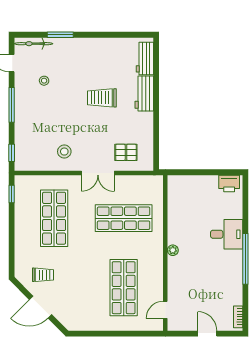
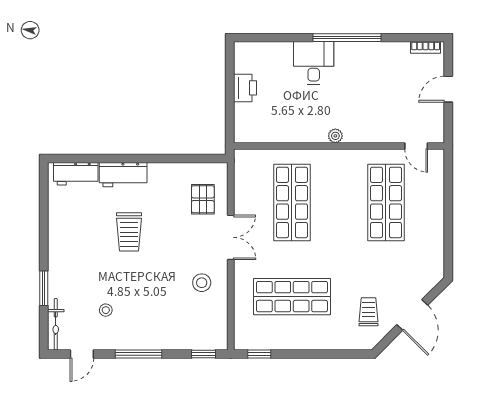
printer: (229, 183) -> (245, 88), moved
shop shelf: (124, 288) -> (386, 202), turned 90

